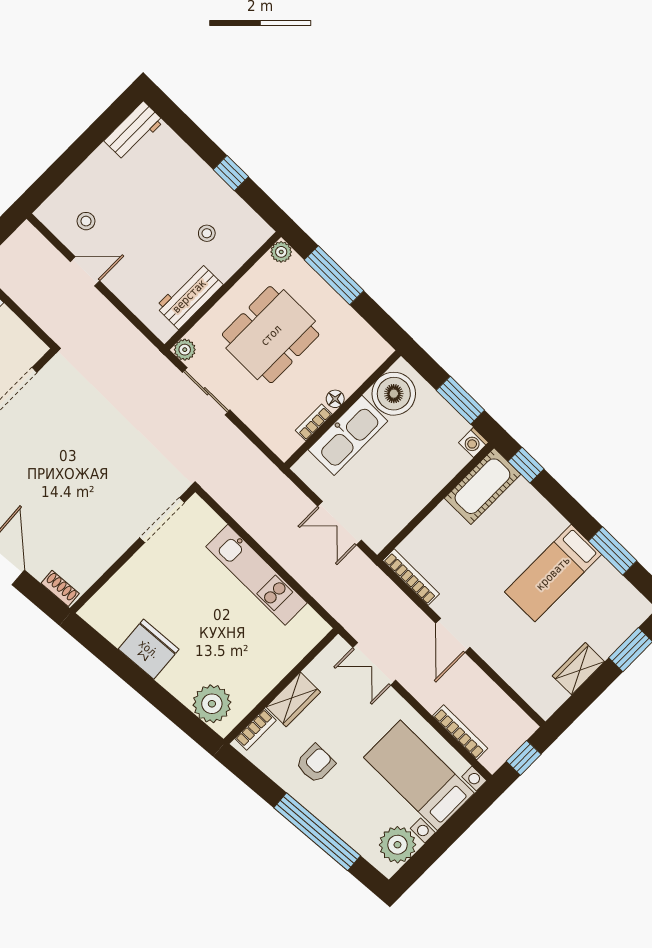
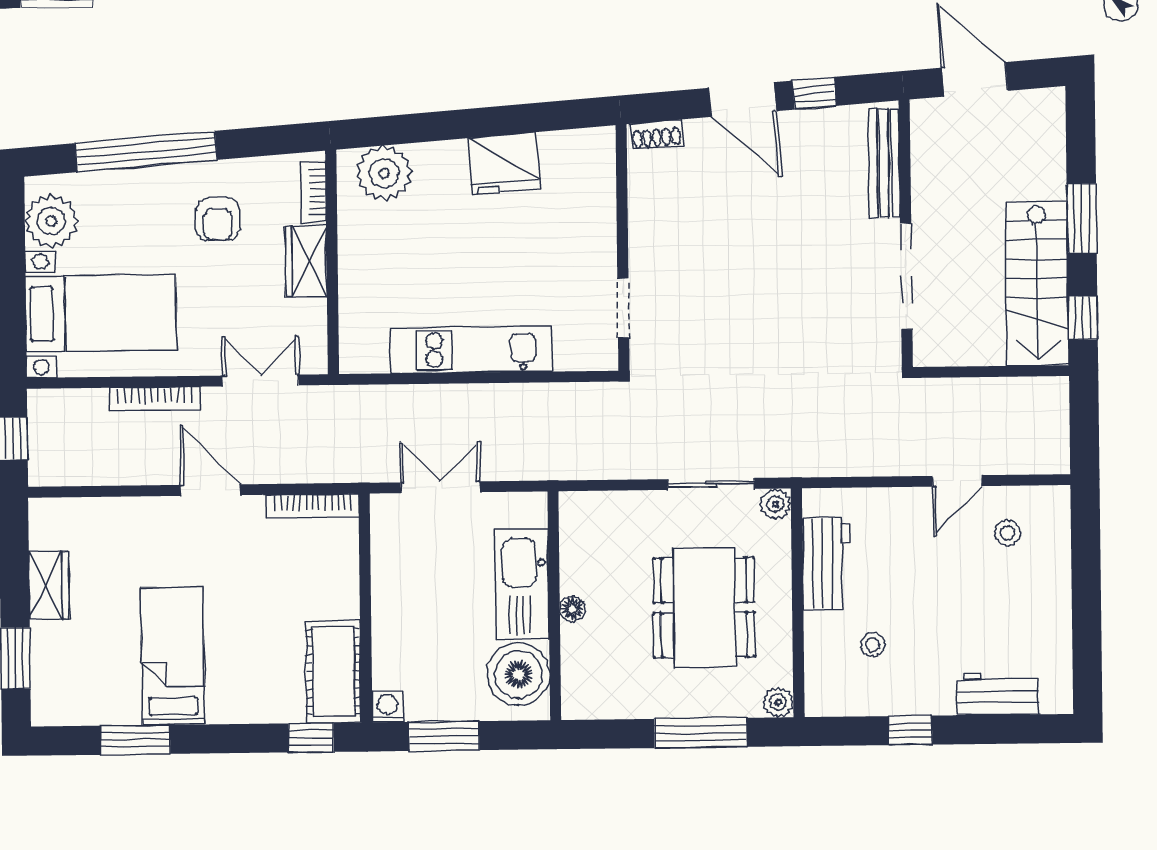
workbench: (134, 131) -> (998, 694), moved, turned 90
bookcase: (314, 422) -> (570, 563), removed
doorway: (162, 520) -> (623, 308), width x0.73
bookcase: (460, 732) -> (155, 399), moved

